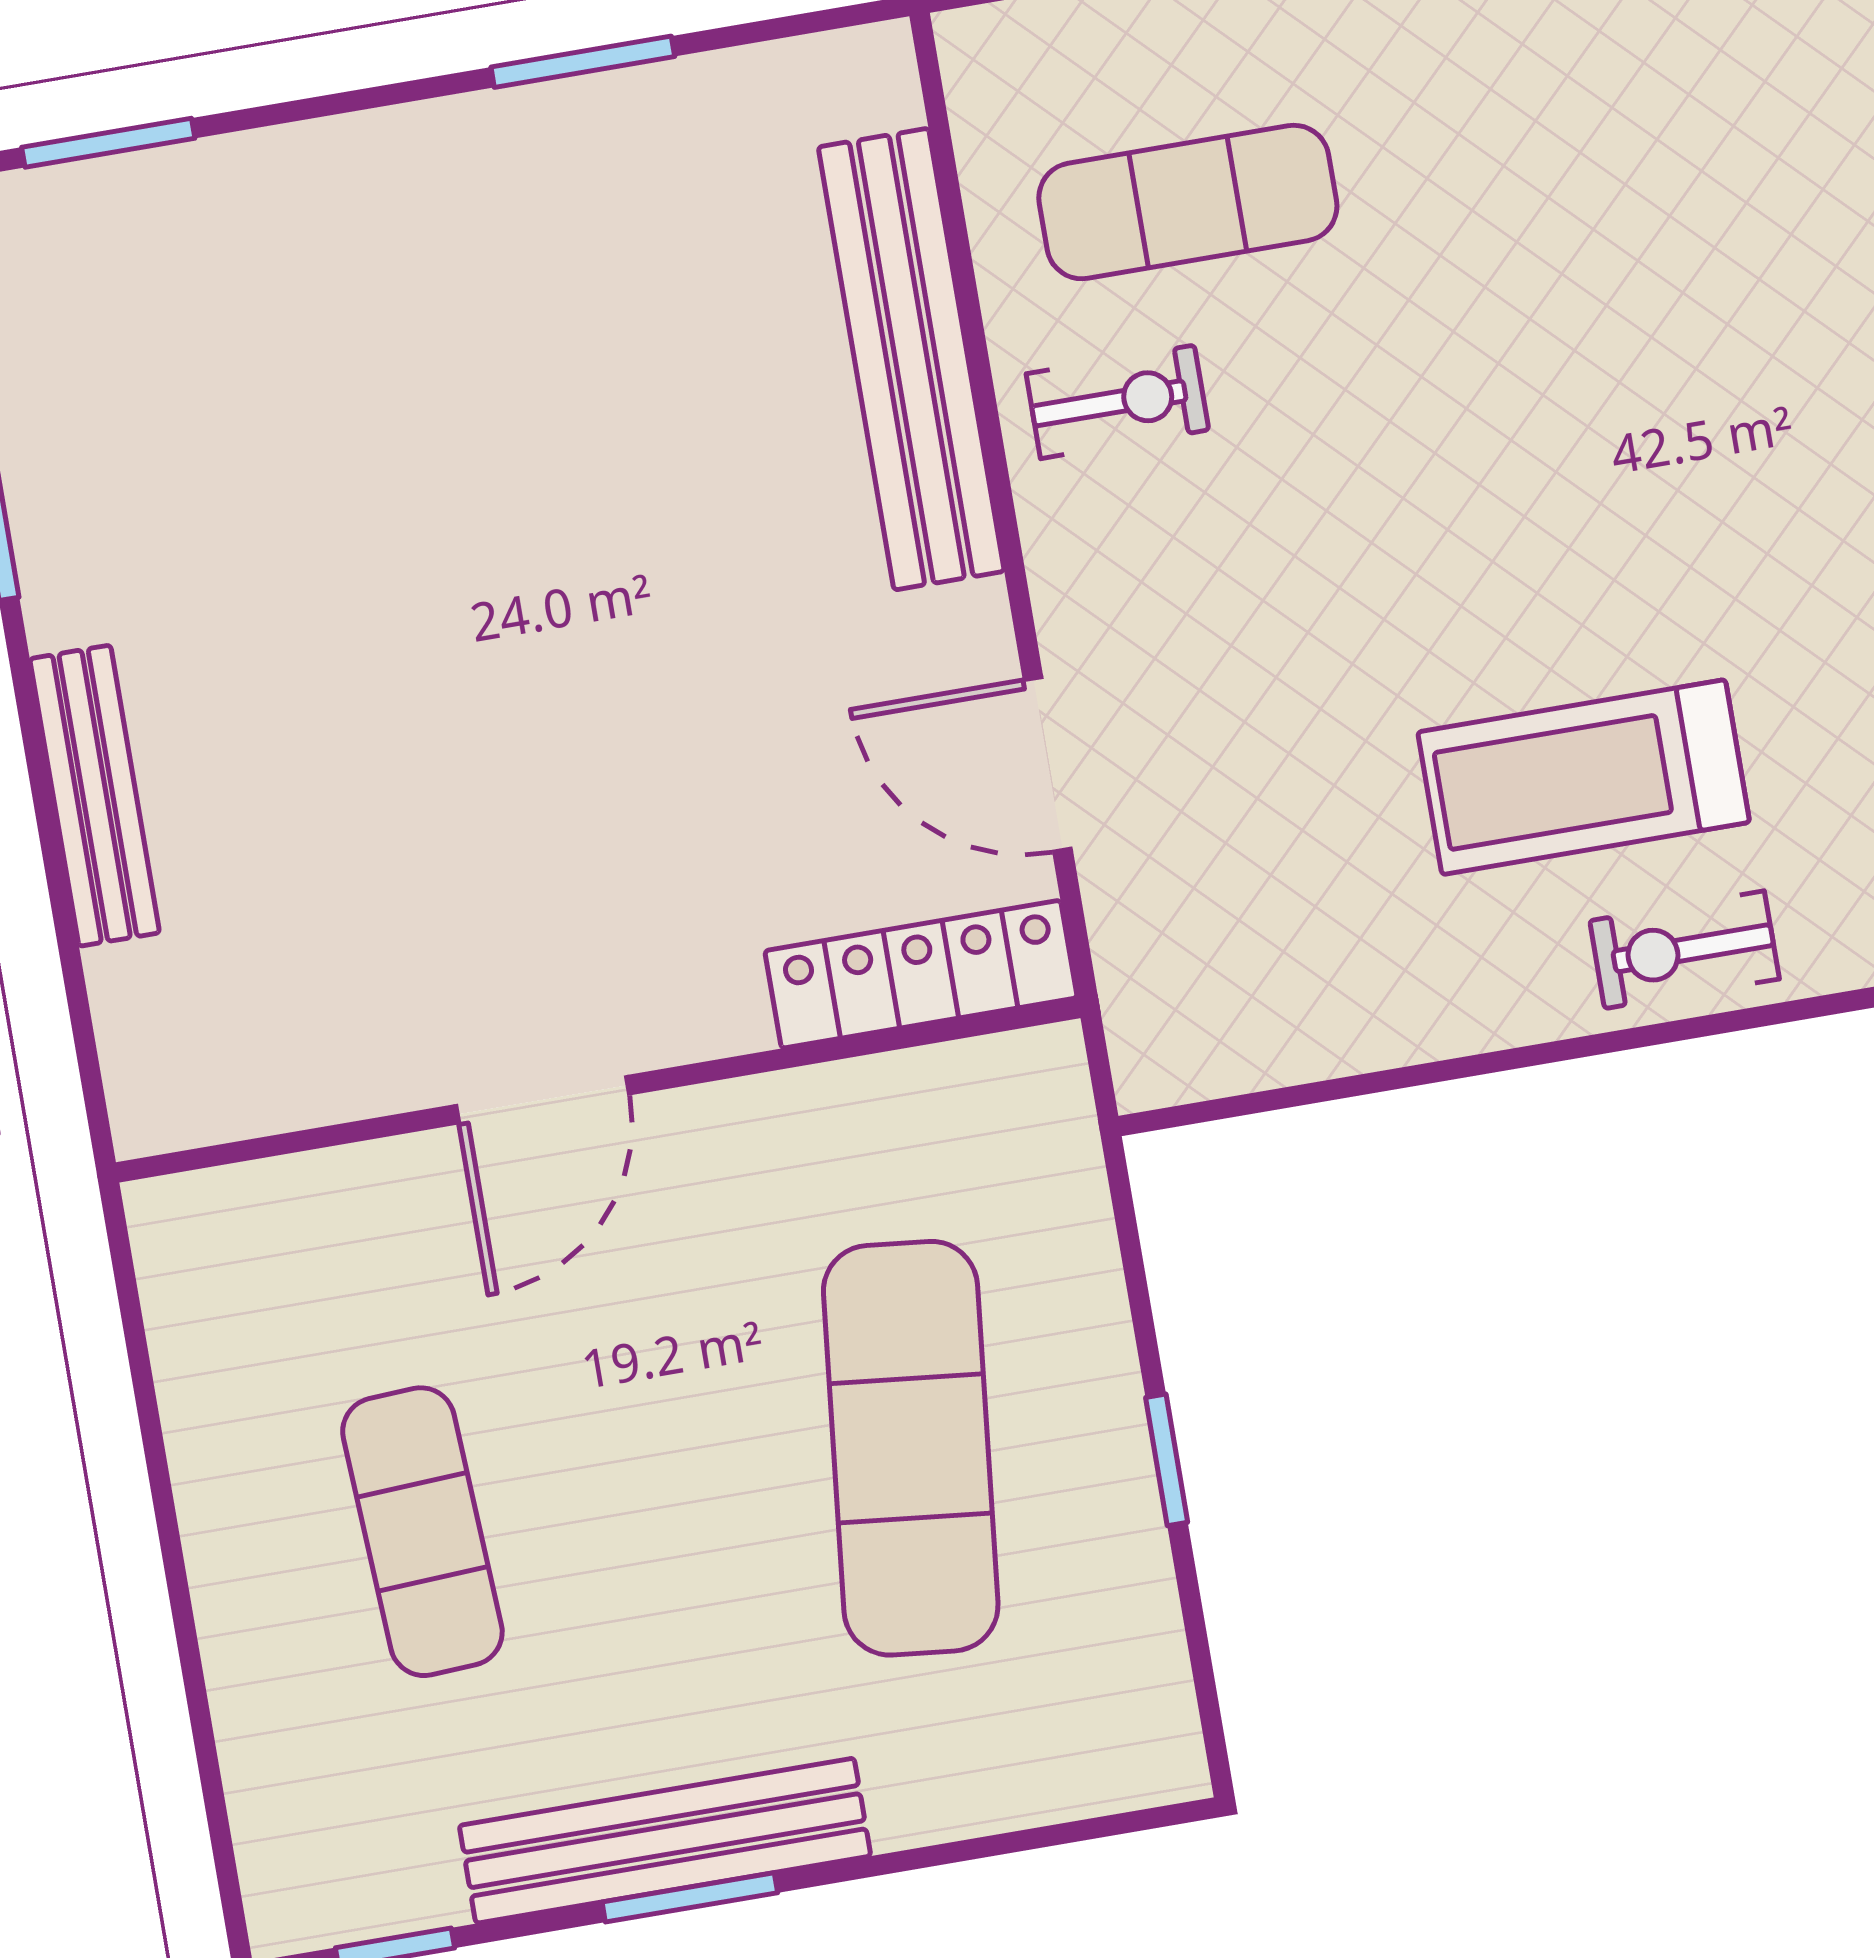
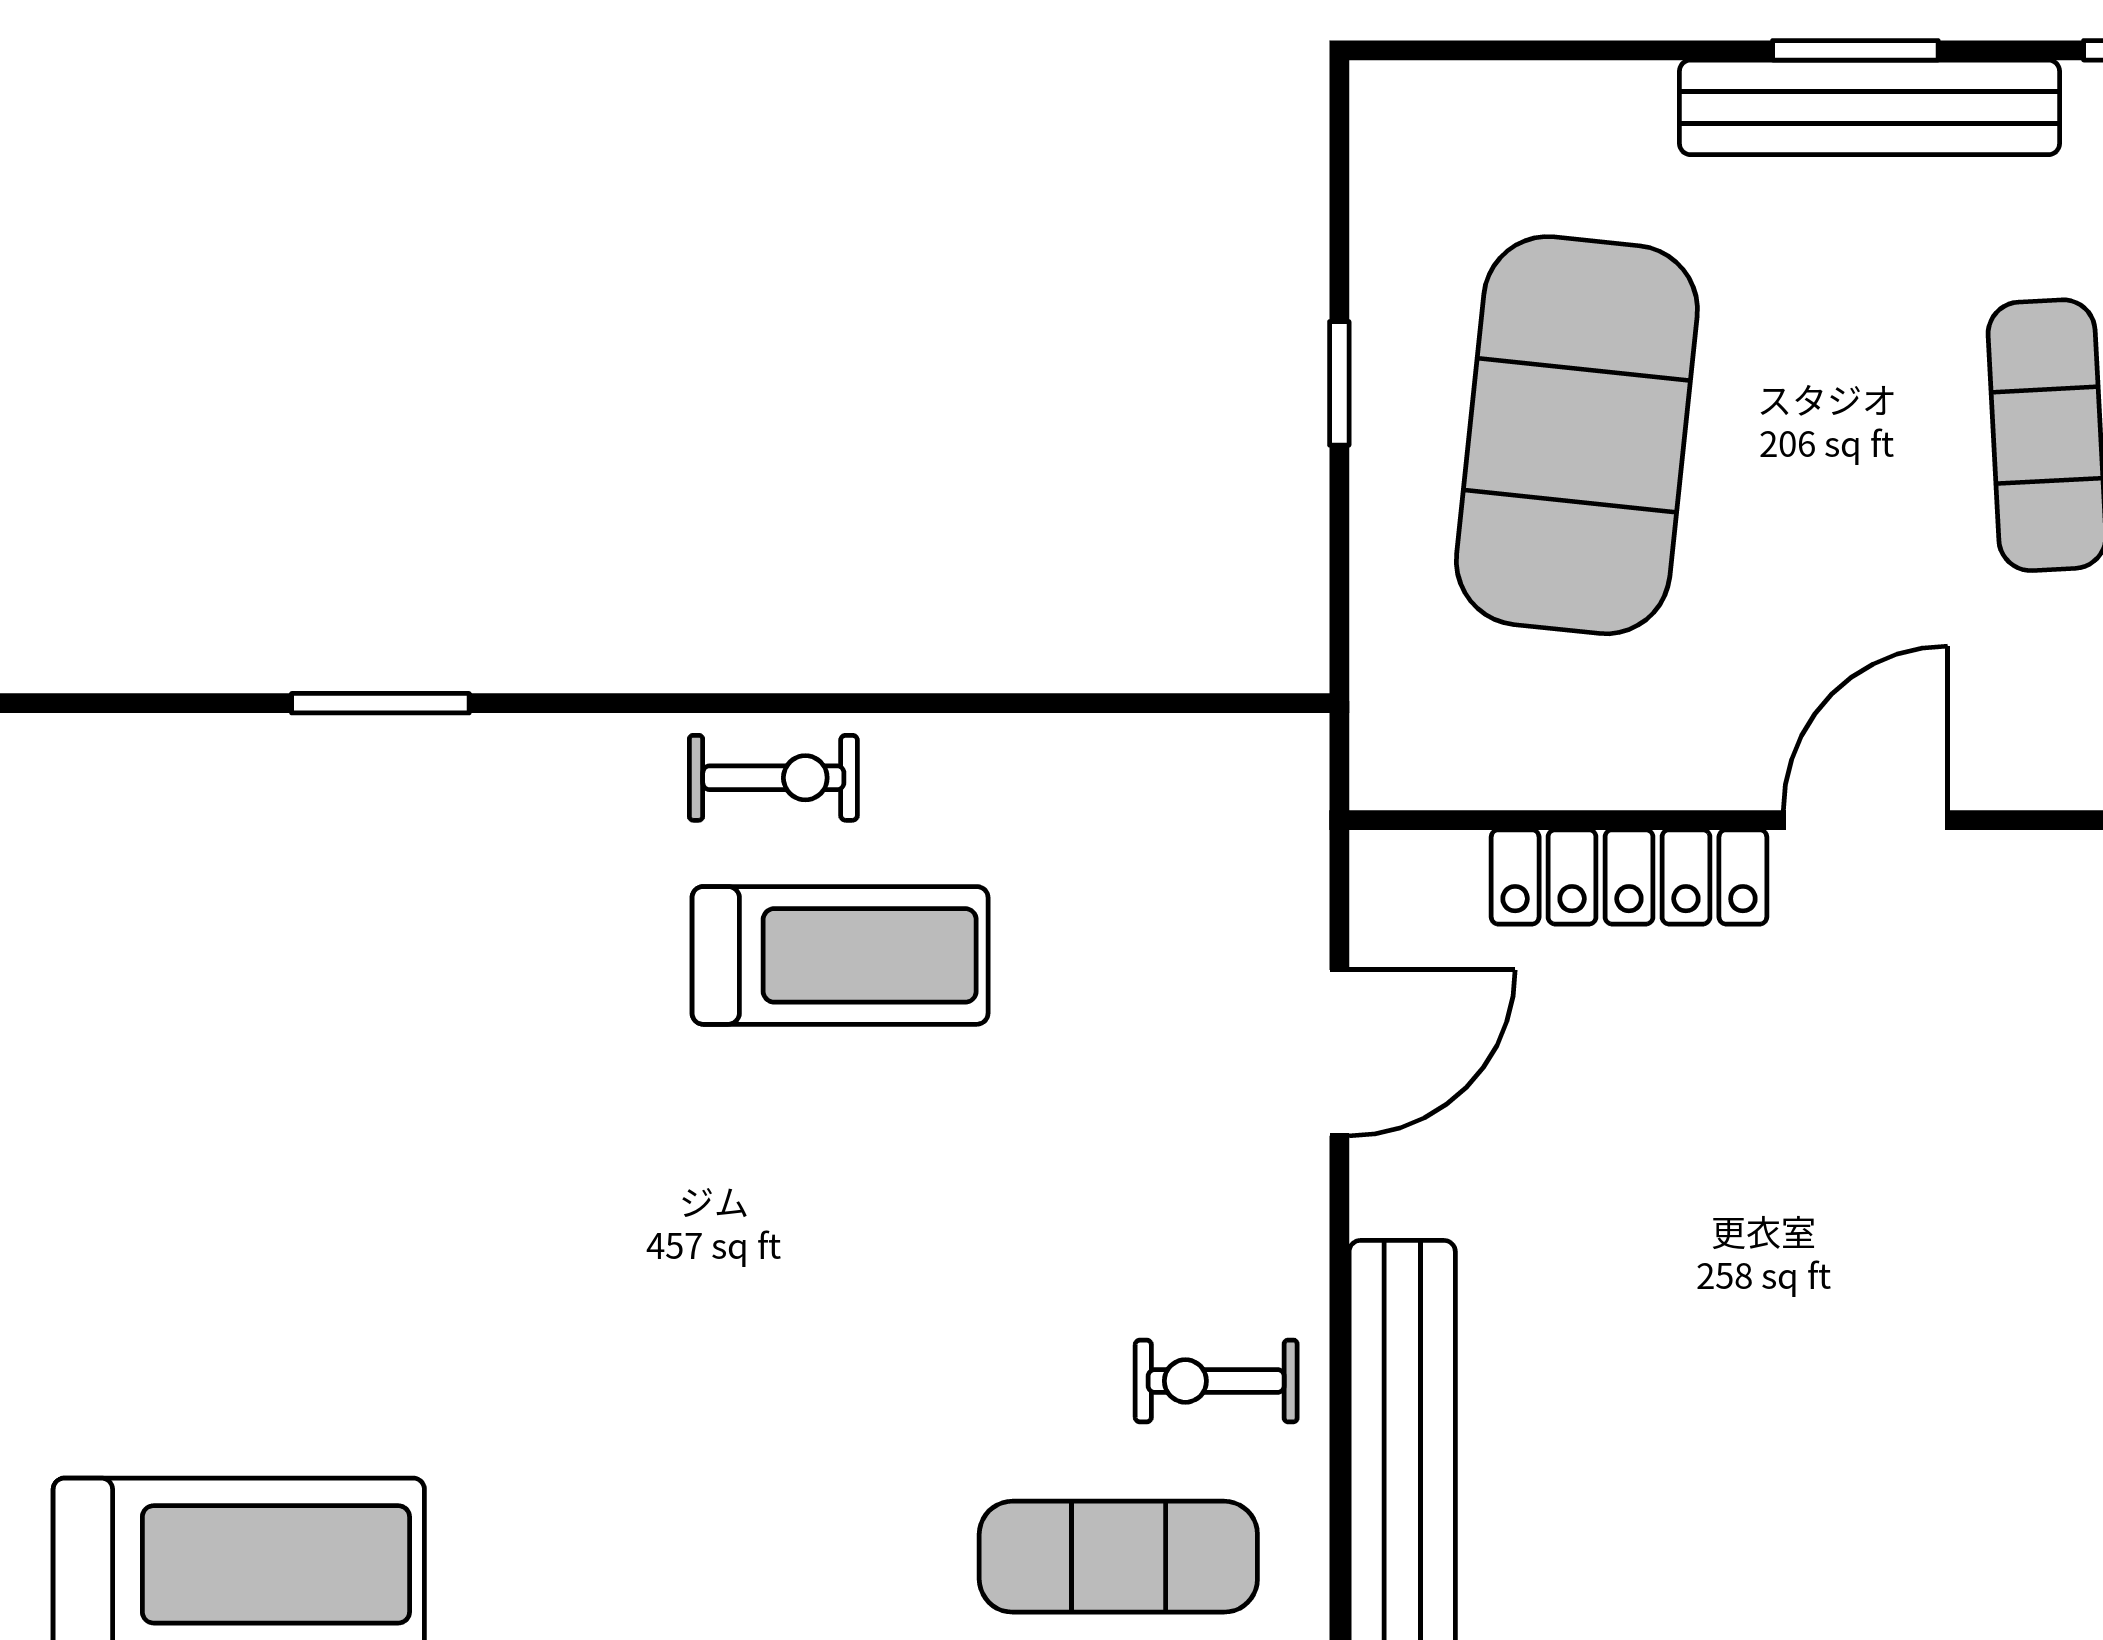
door: (1048, 764) -> (1339, 1053), hinge flipped
locker: (921, 974) -> (1629, 877), moved
exercise mat: (911, 1448) -> (1577, 435), width x1.47

